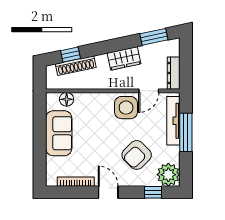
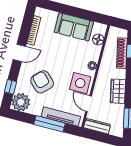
plant: (101, 98) -> (92, 66), added

